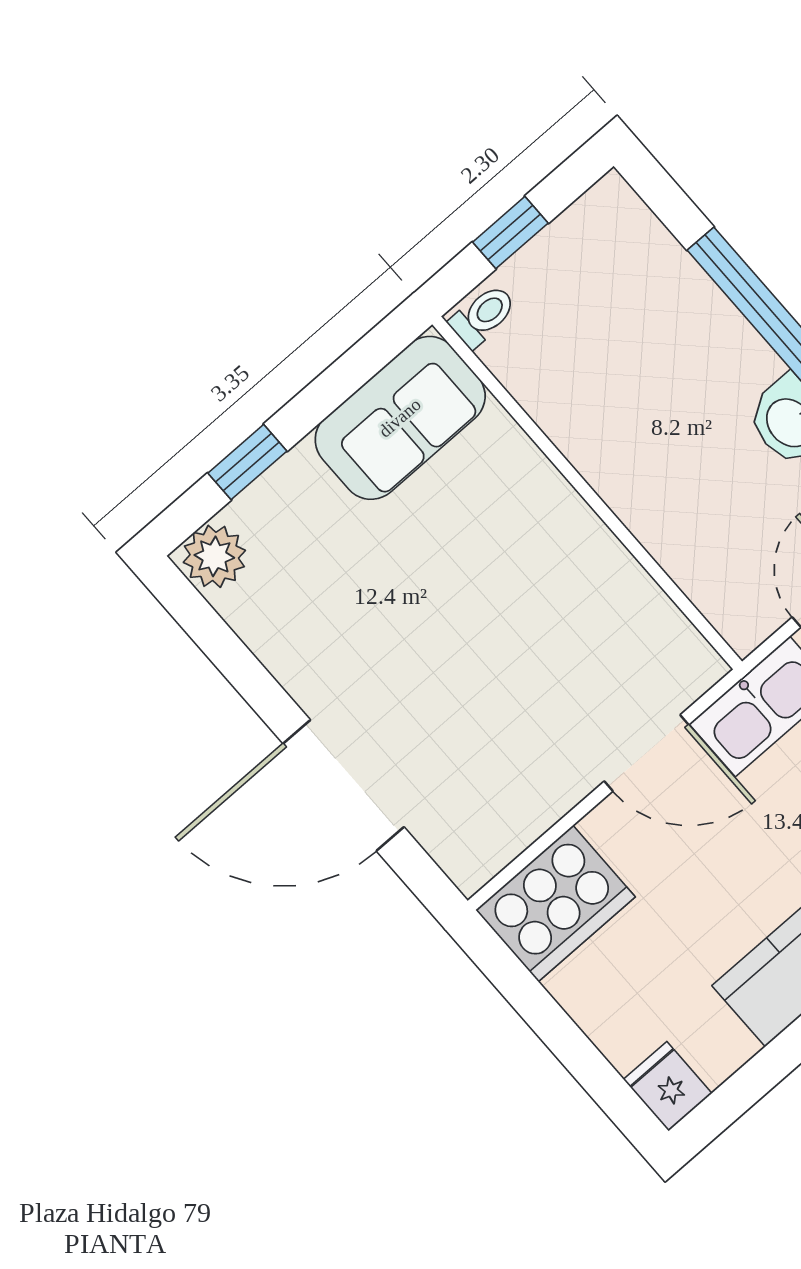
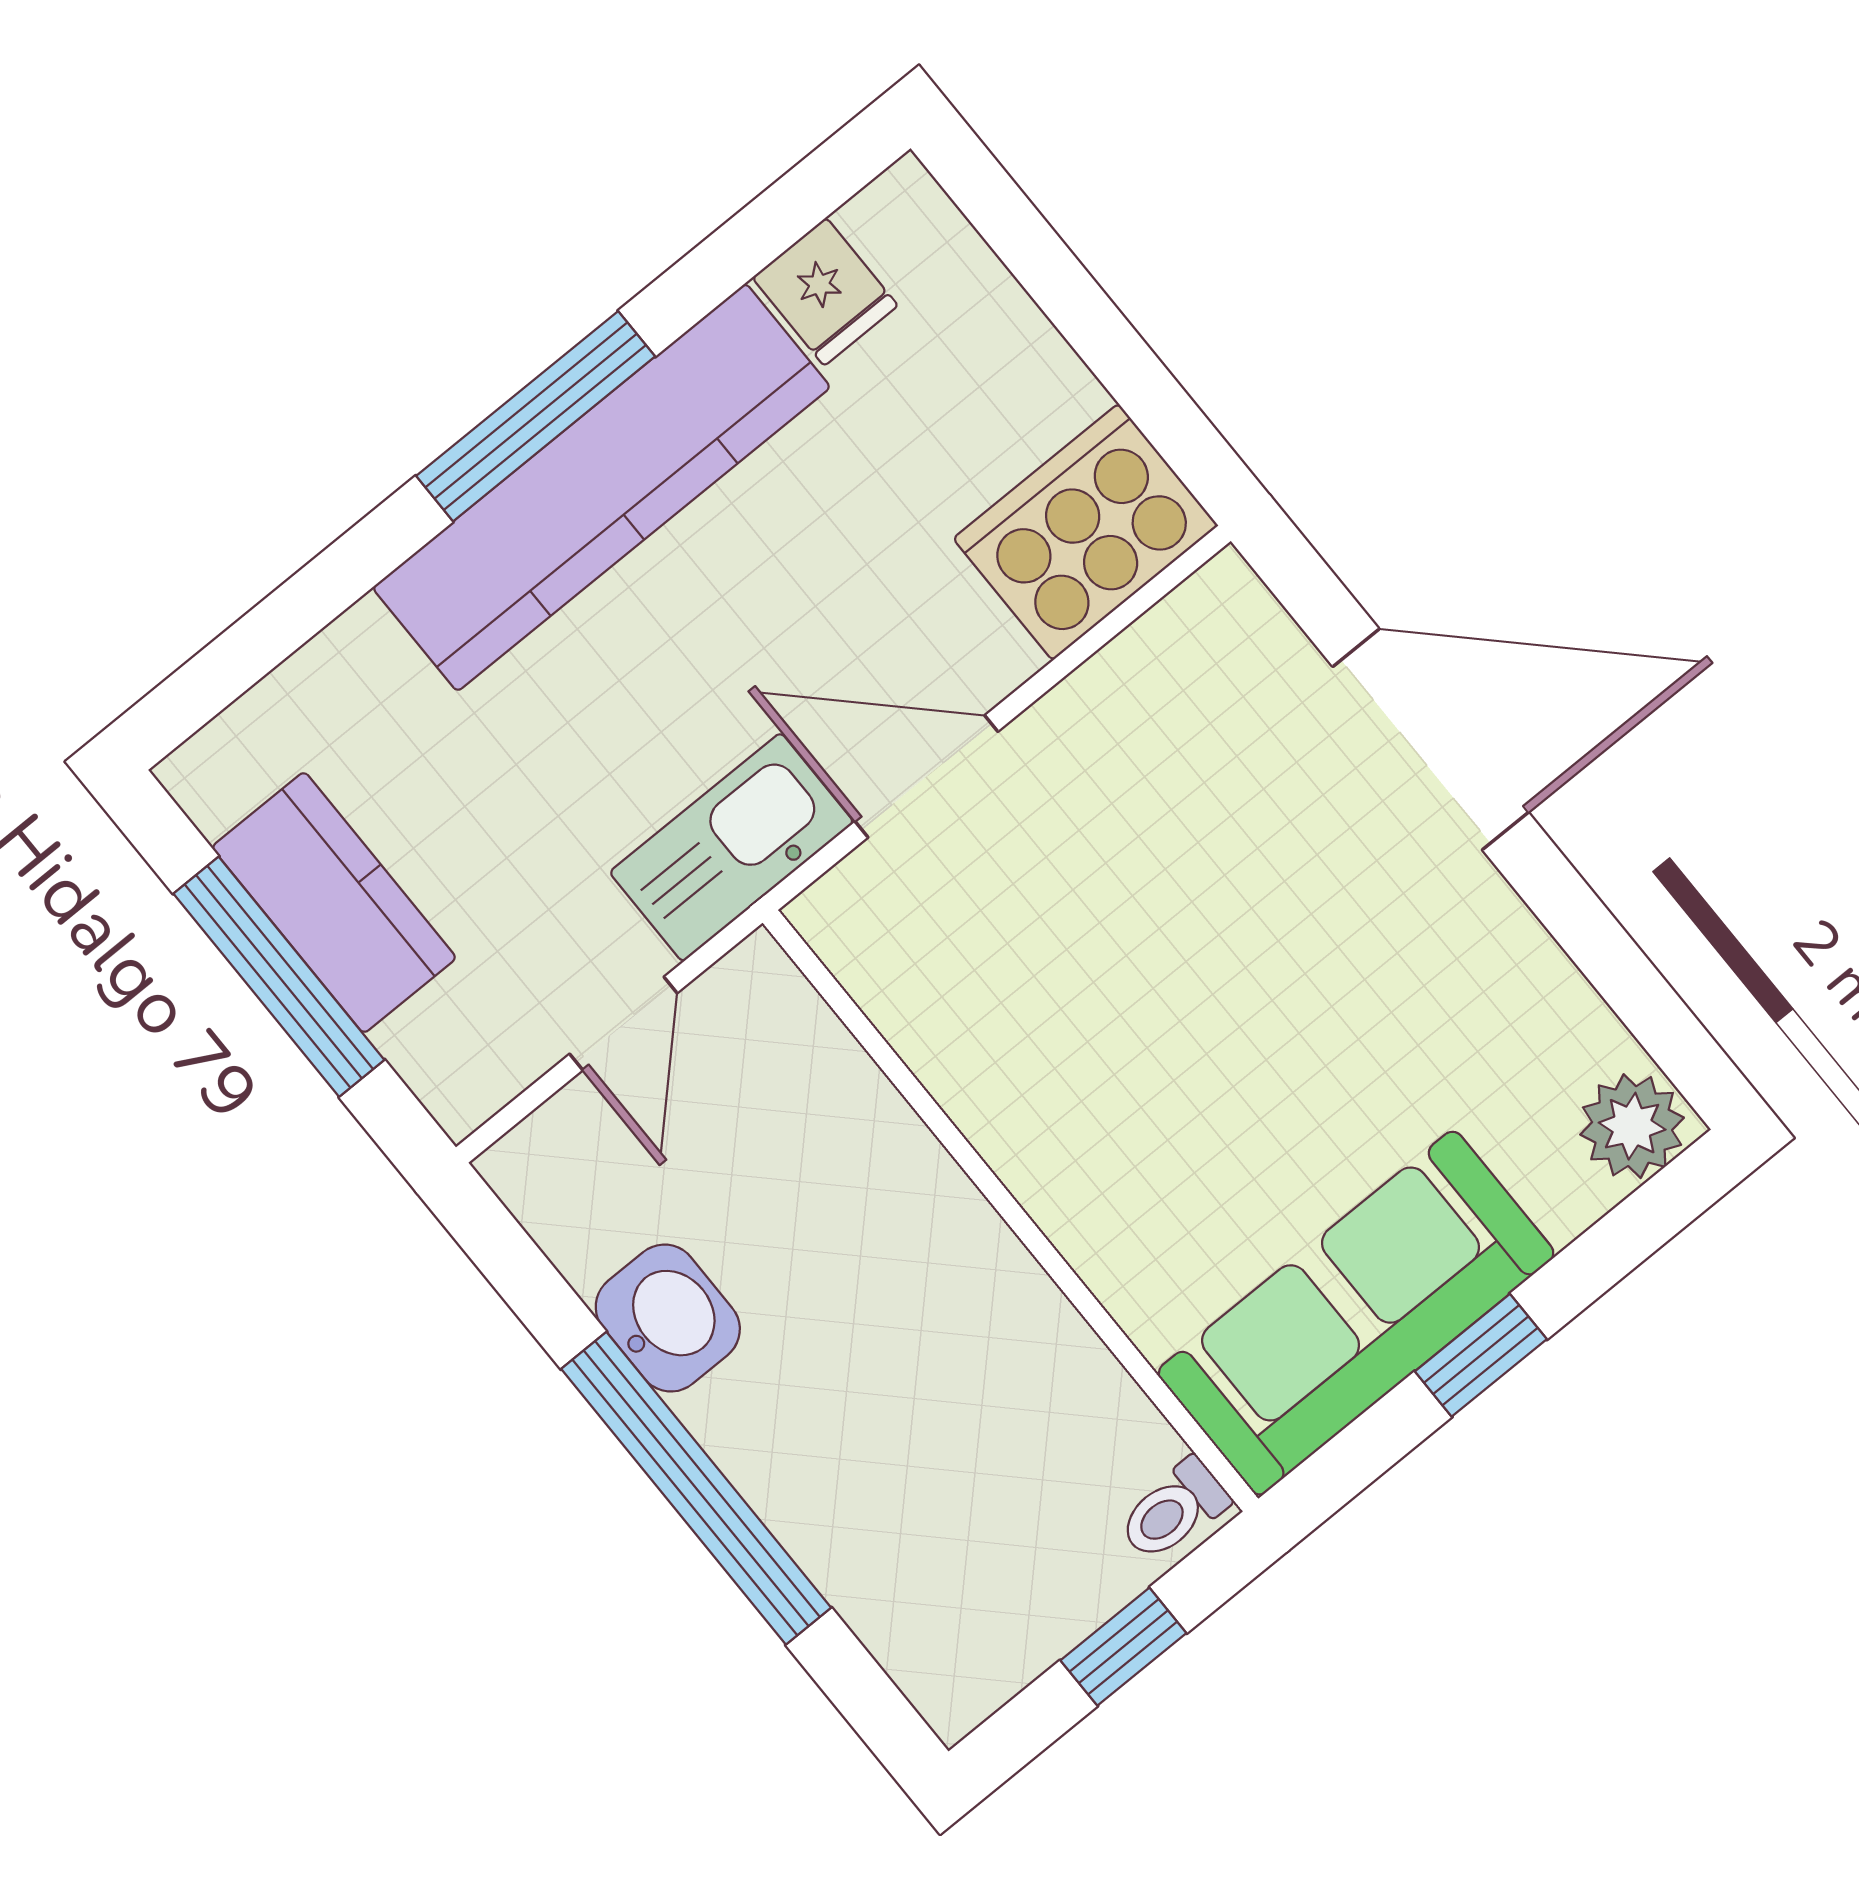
sofa: (400, 418) -> (1356, 1313), width x1.36
window: (247, 462) -> (1481, 1355), moved
fridge: (668, 1086) -> (825, 292), moved

